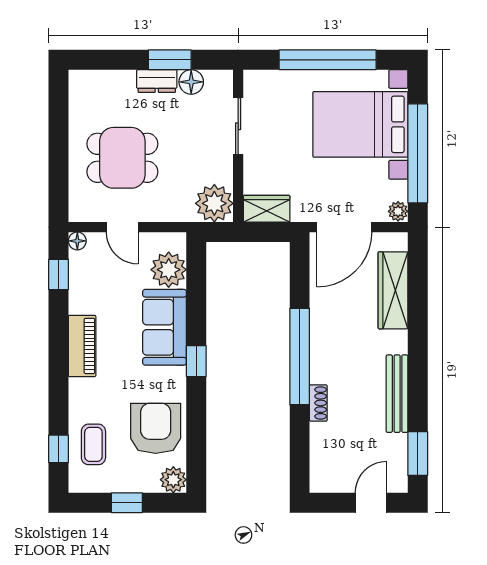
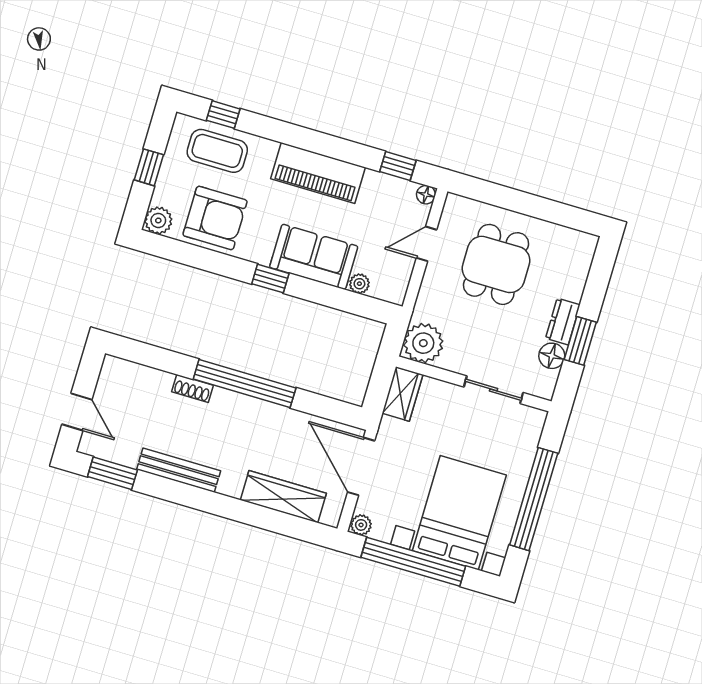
plant: (169, 270) -> (359, 284), width x0.53, depth x0.53
piano: (82, 346) -> (318, 173), width x1.37, depth x1.33
coffee table: (93, 444) -> (217, 151), width x1.36, depth x1.30

